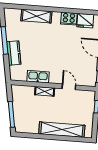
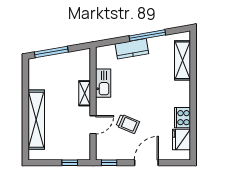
shelving: (36, 16) -> (183, 60), moved
trolley: (70, 60) -> (128, 124), added

